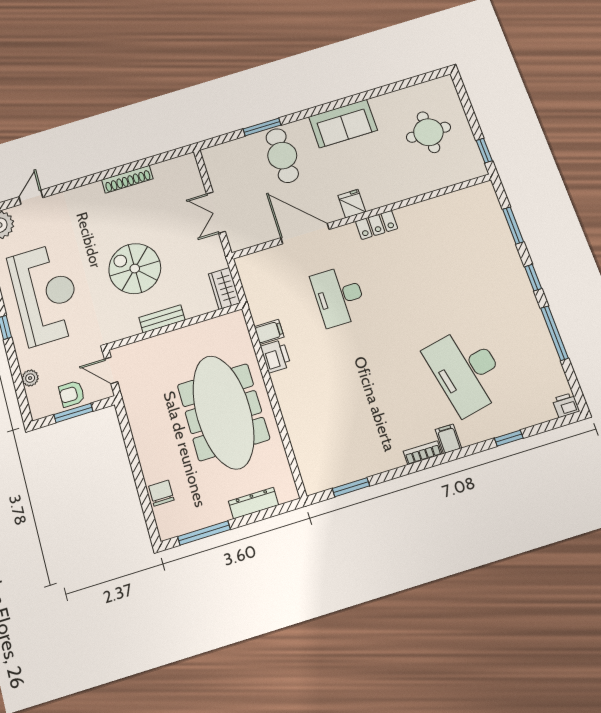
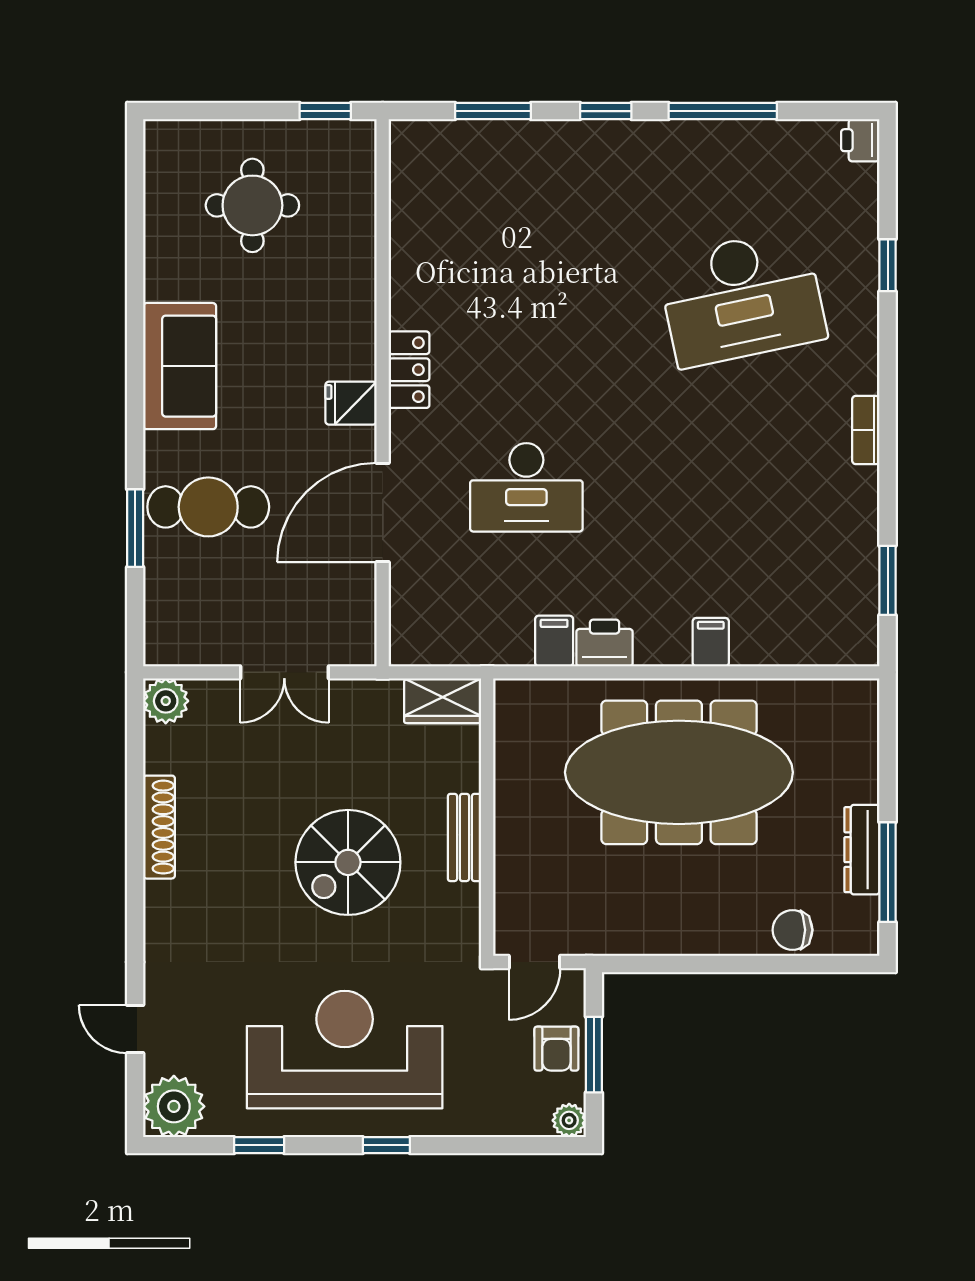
plant: (187, 164) -> (166, 701), added
plant: (30, 378) -> (569, 1120), moved
filing cabinet: (448, 439) -> (711, 642), moved, turned 90
dresser: (253, 503) -> (862, 850), moved

